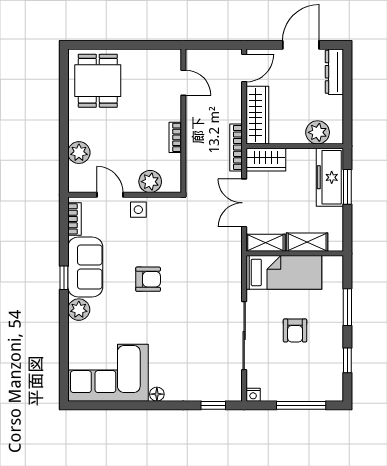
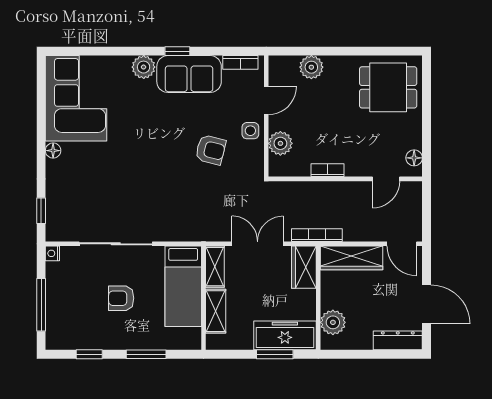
floor lamp: (164, 56) -> (414, 158), added
armchair: (148, 279) -> (211, 150), moved, turned -76

